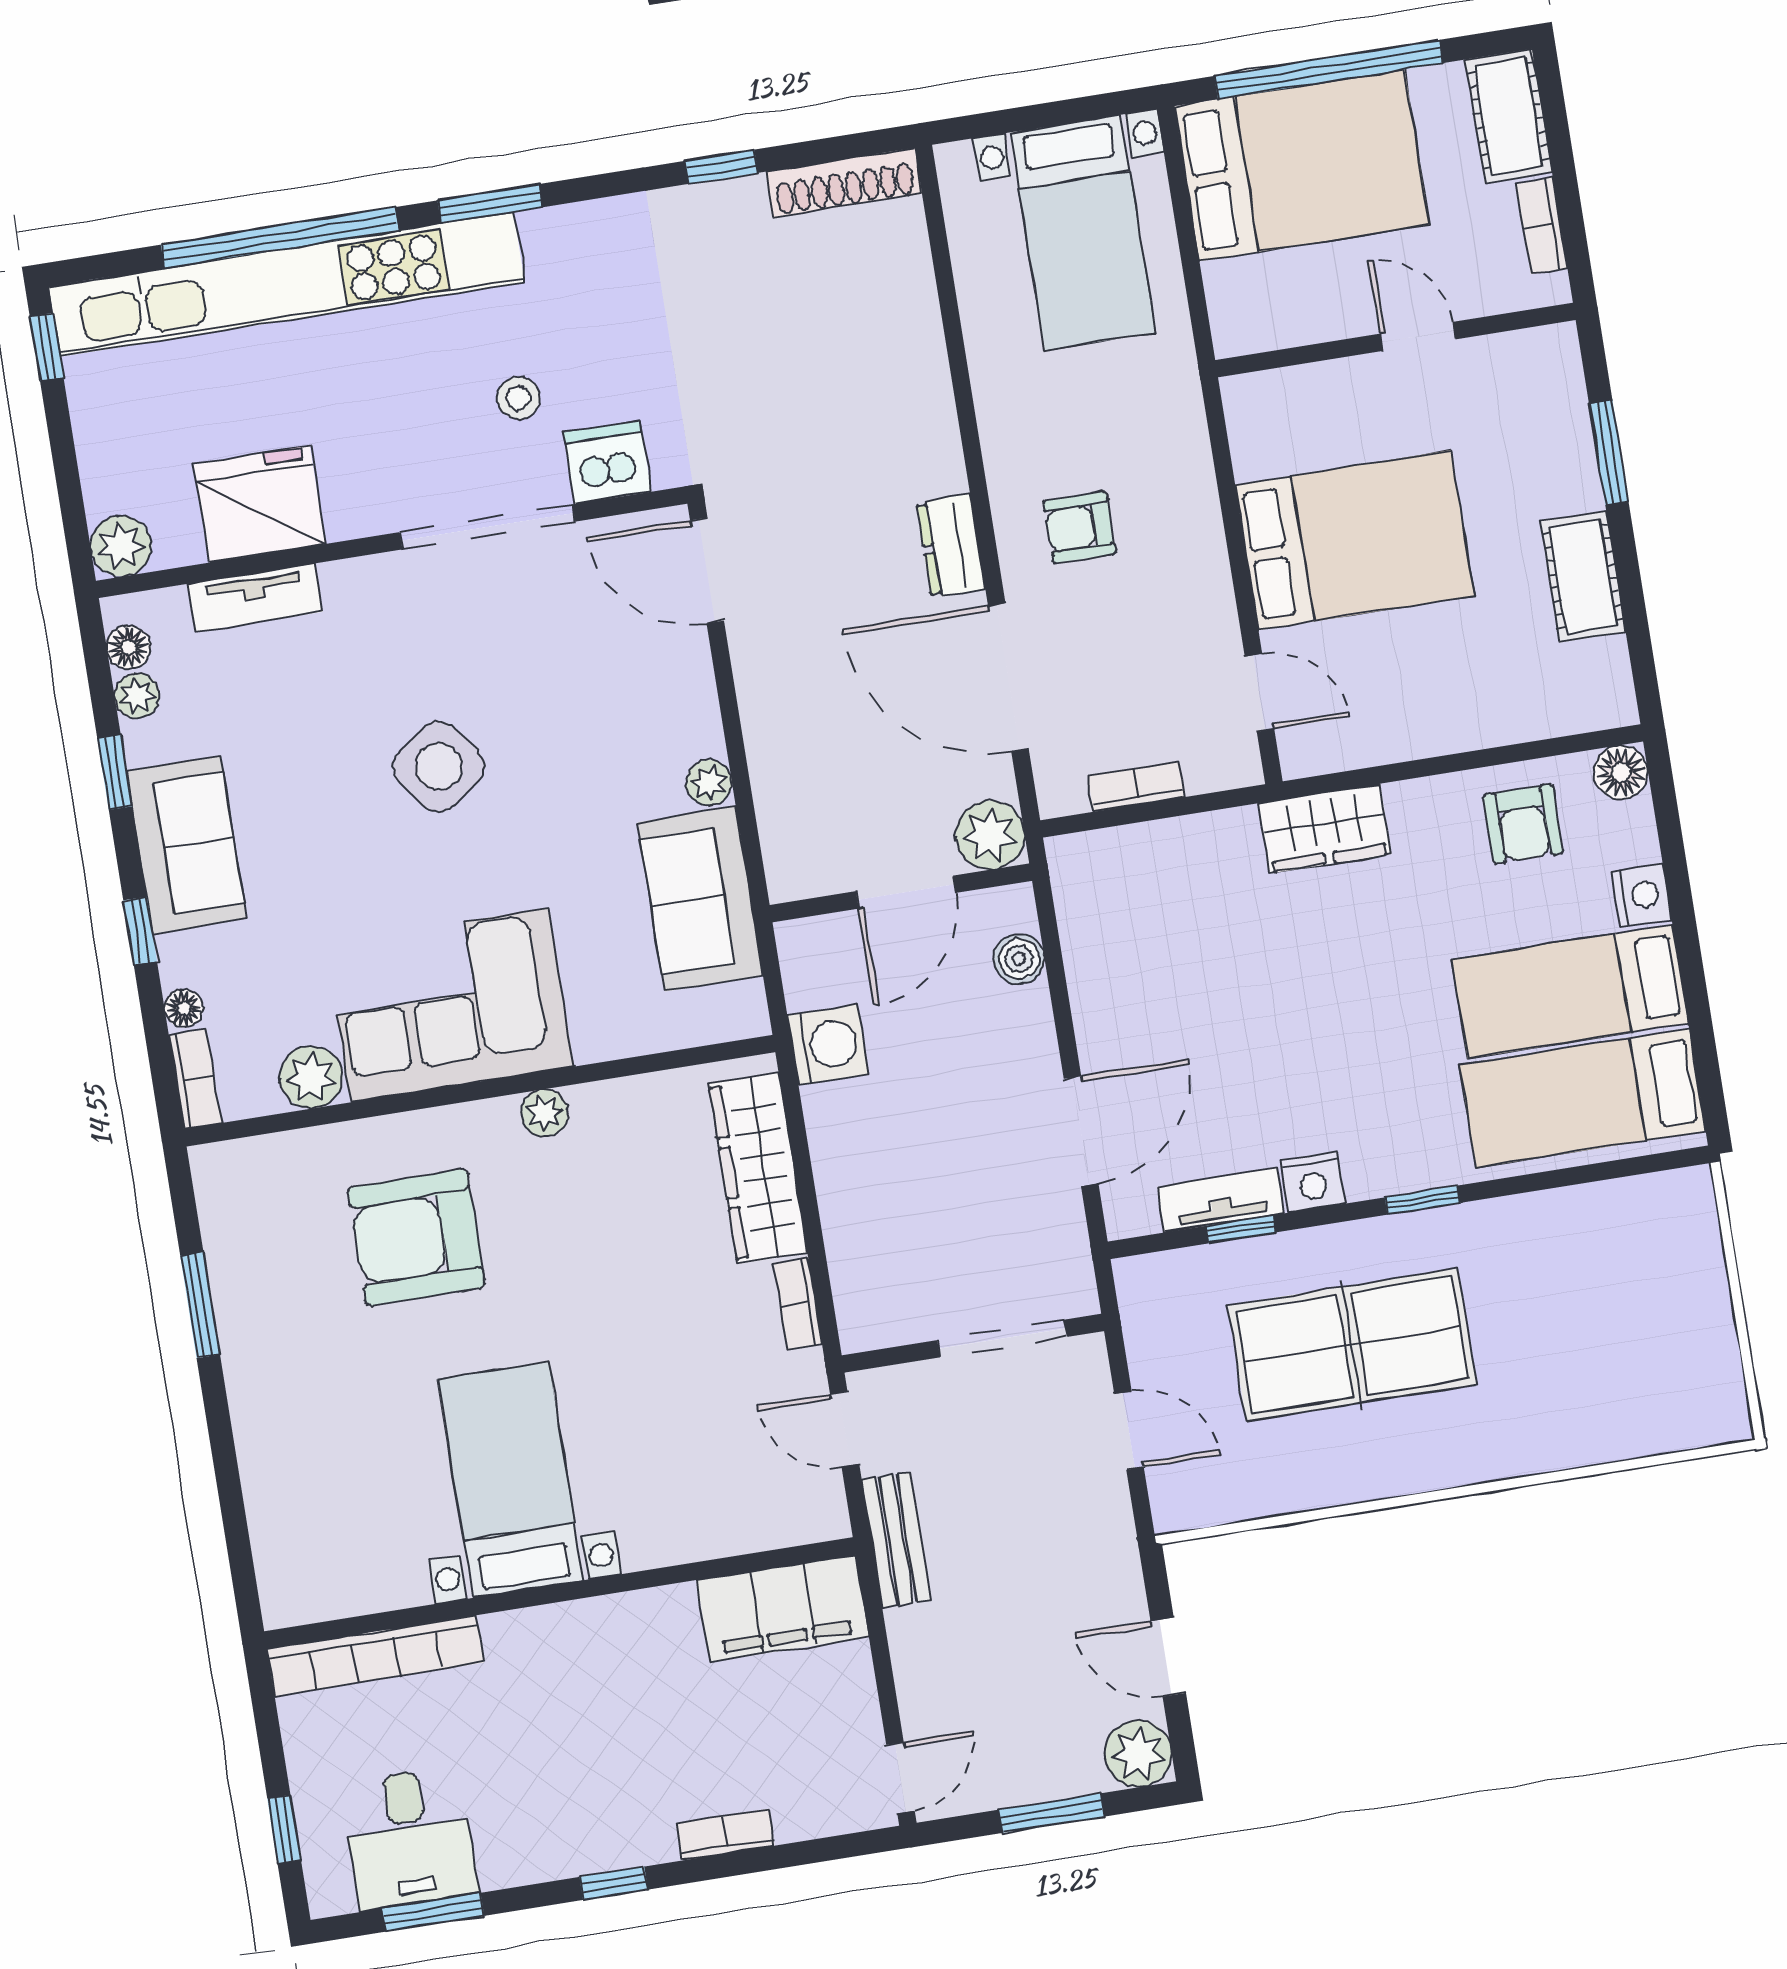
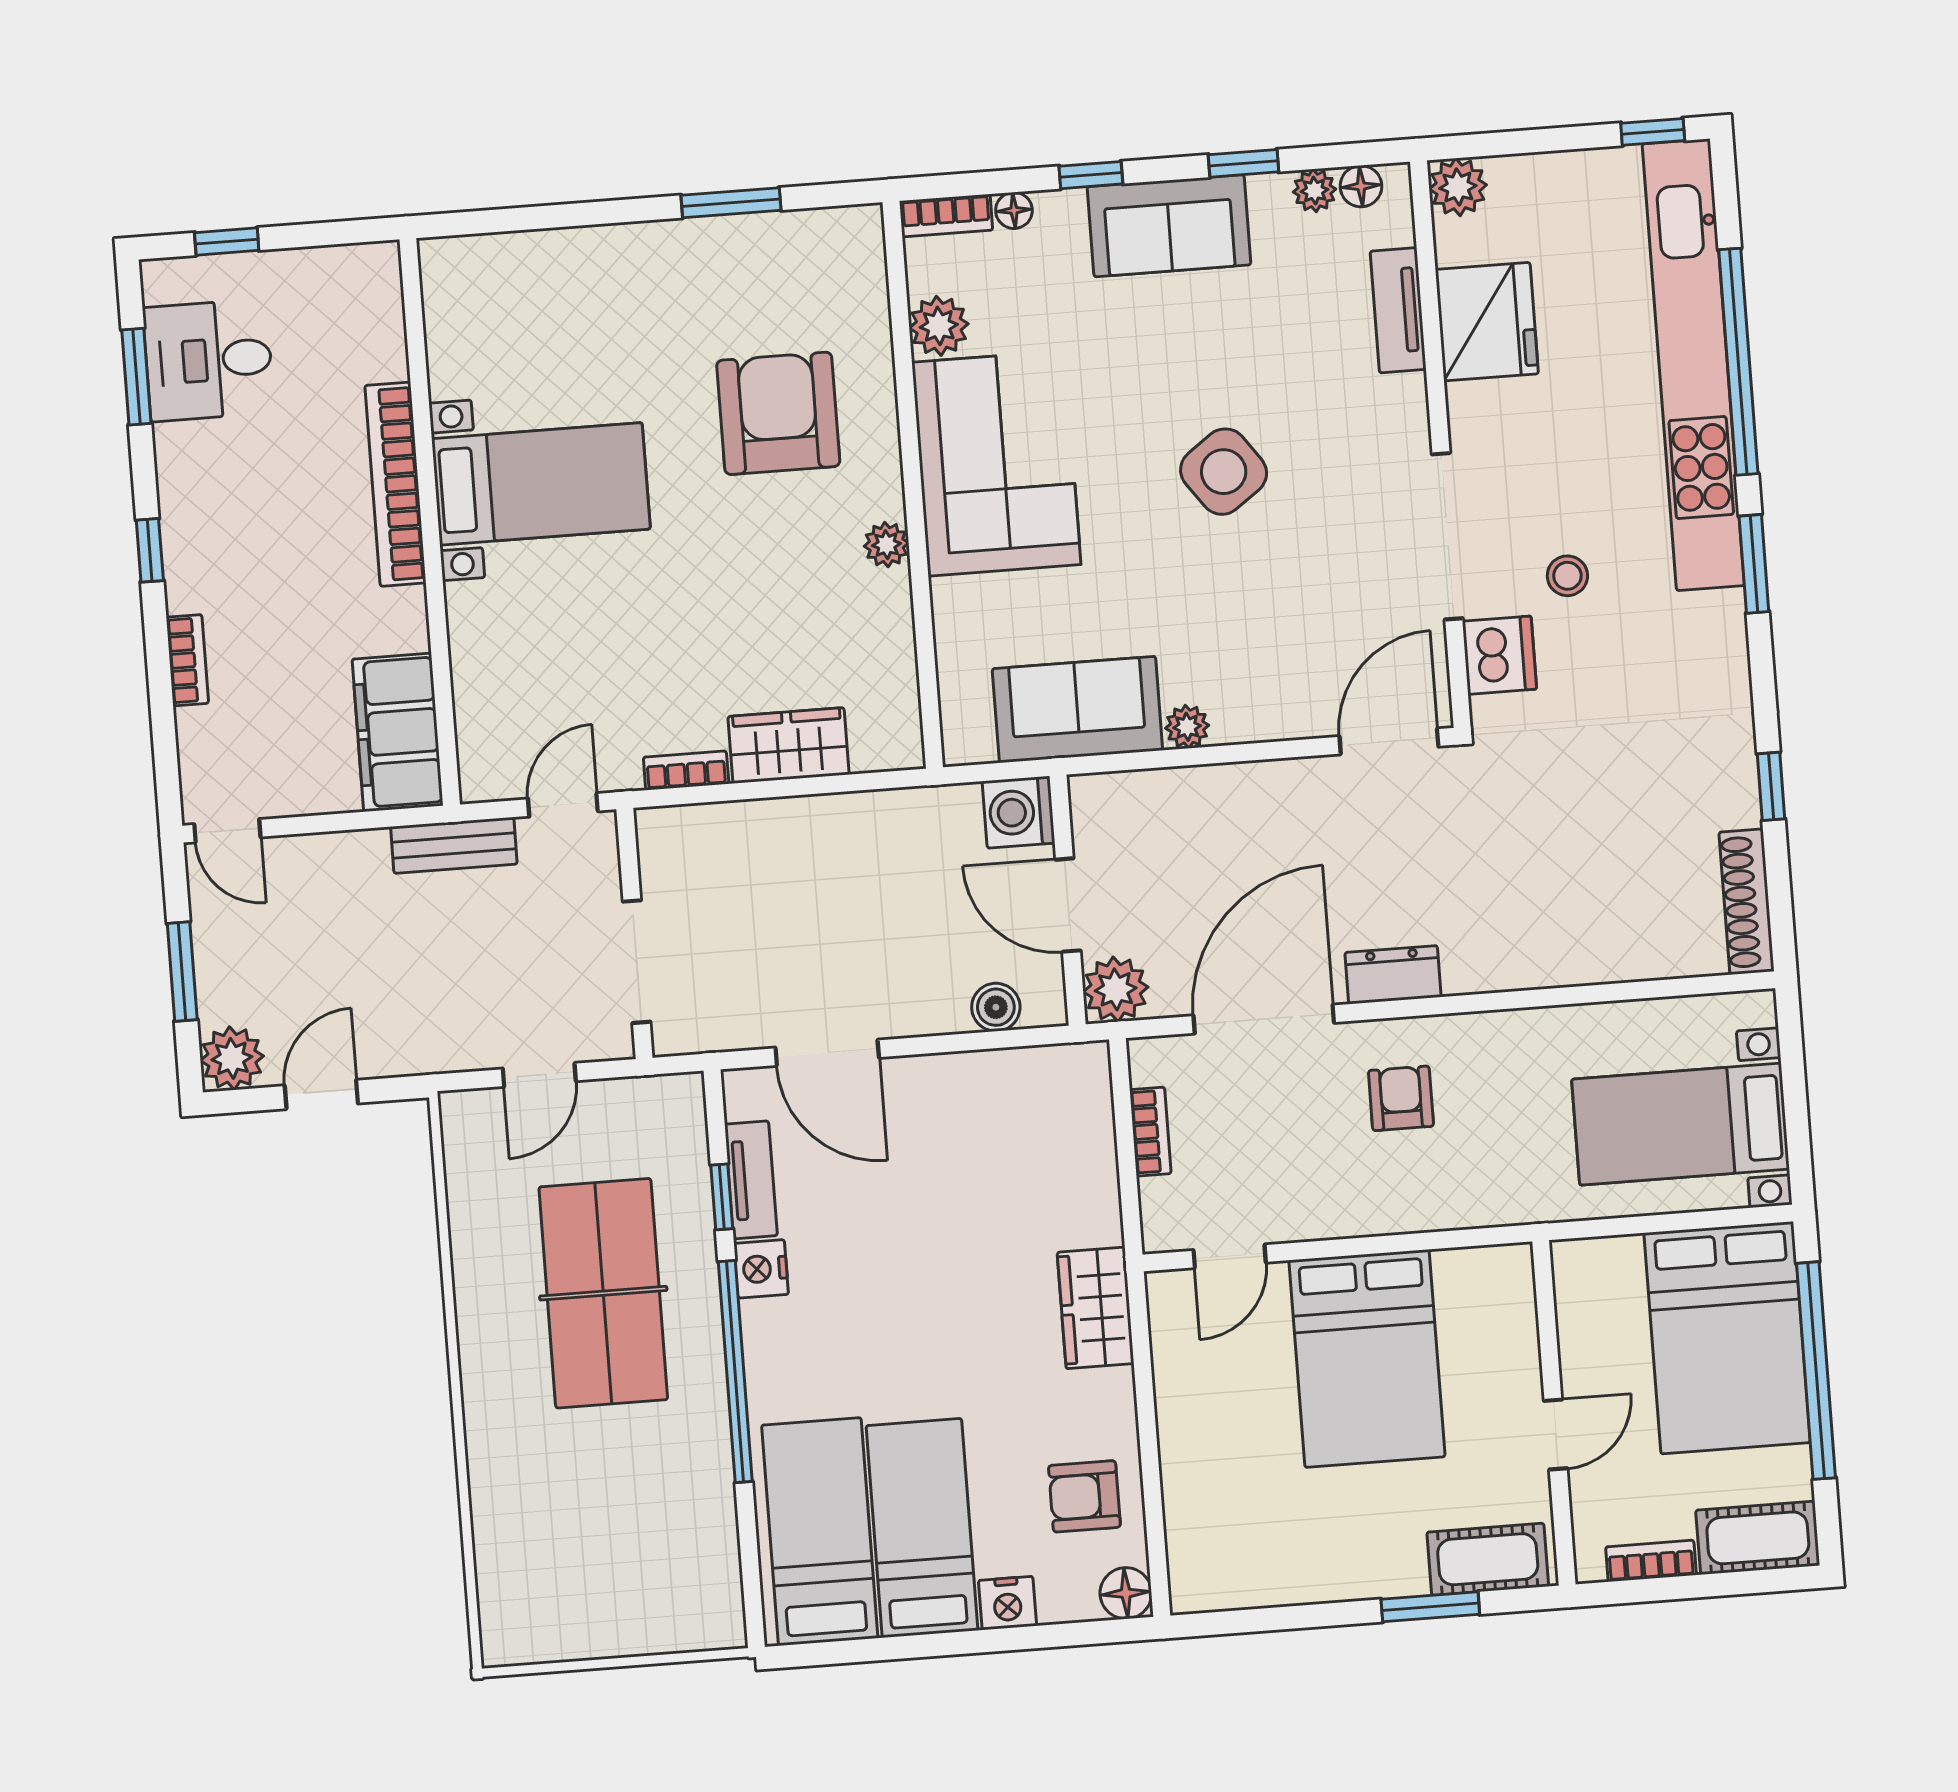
cot: (1583, 577) -> (1488, 1559), moved
washing machine: (828, 1045) -> (1019, 812), moved, turned 90
wardrobe: (758, 1168) -> (788, 745), width x0.67
window: (1423, 1200) -> (735, 1372), width x3.17
bookcase: (375, 1656) -> (395, 484), moved

